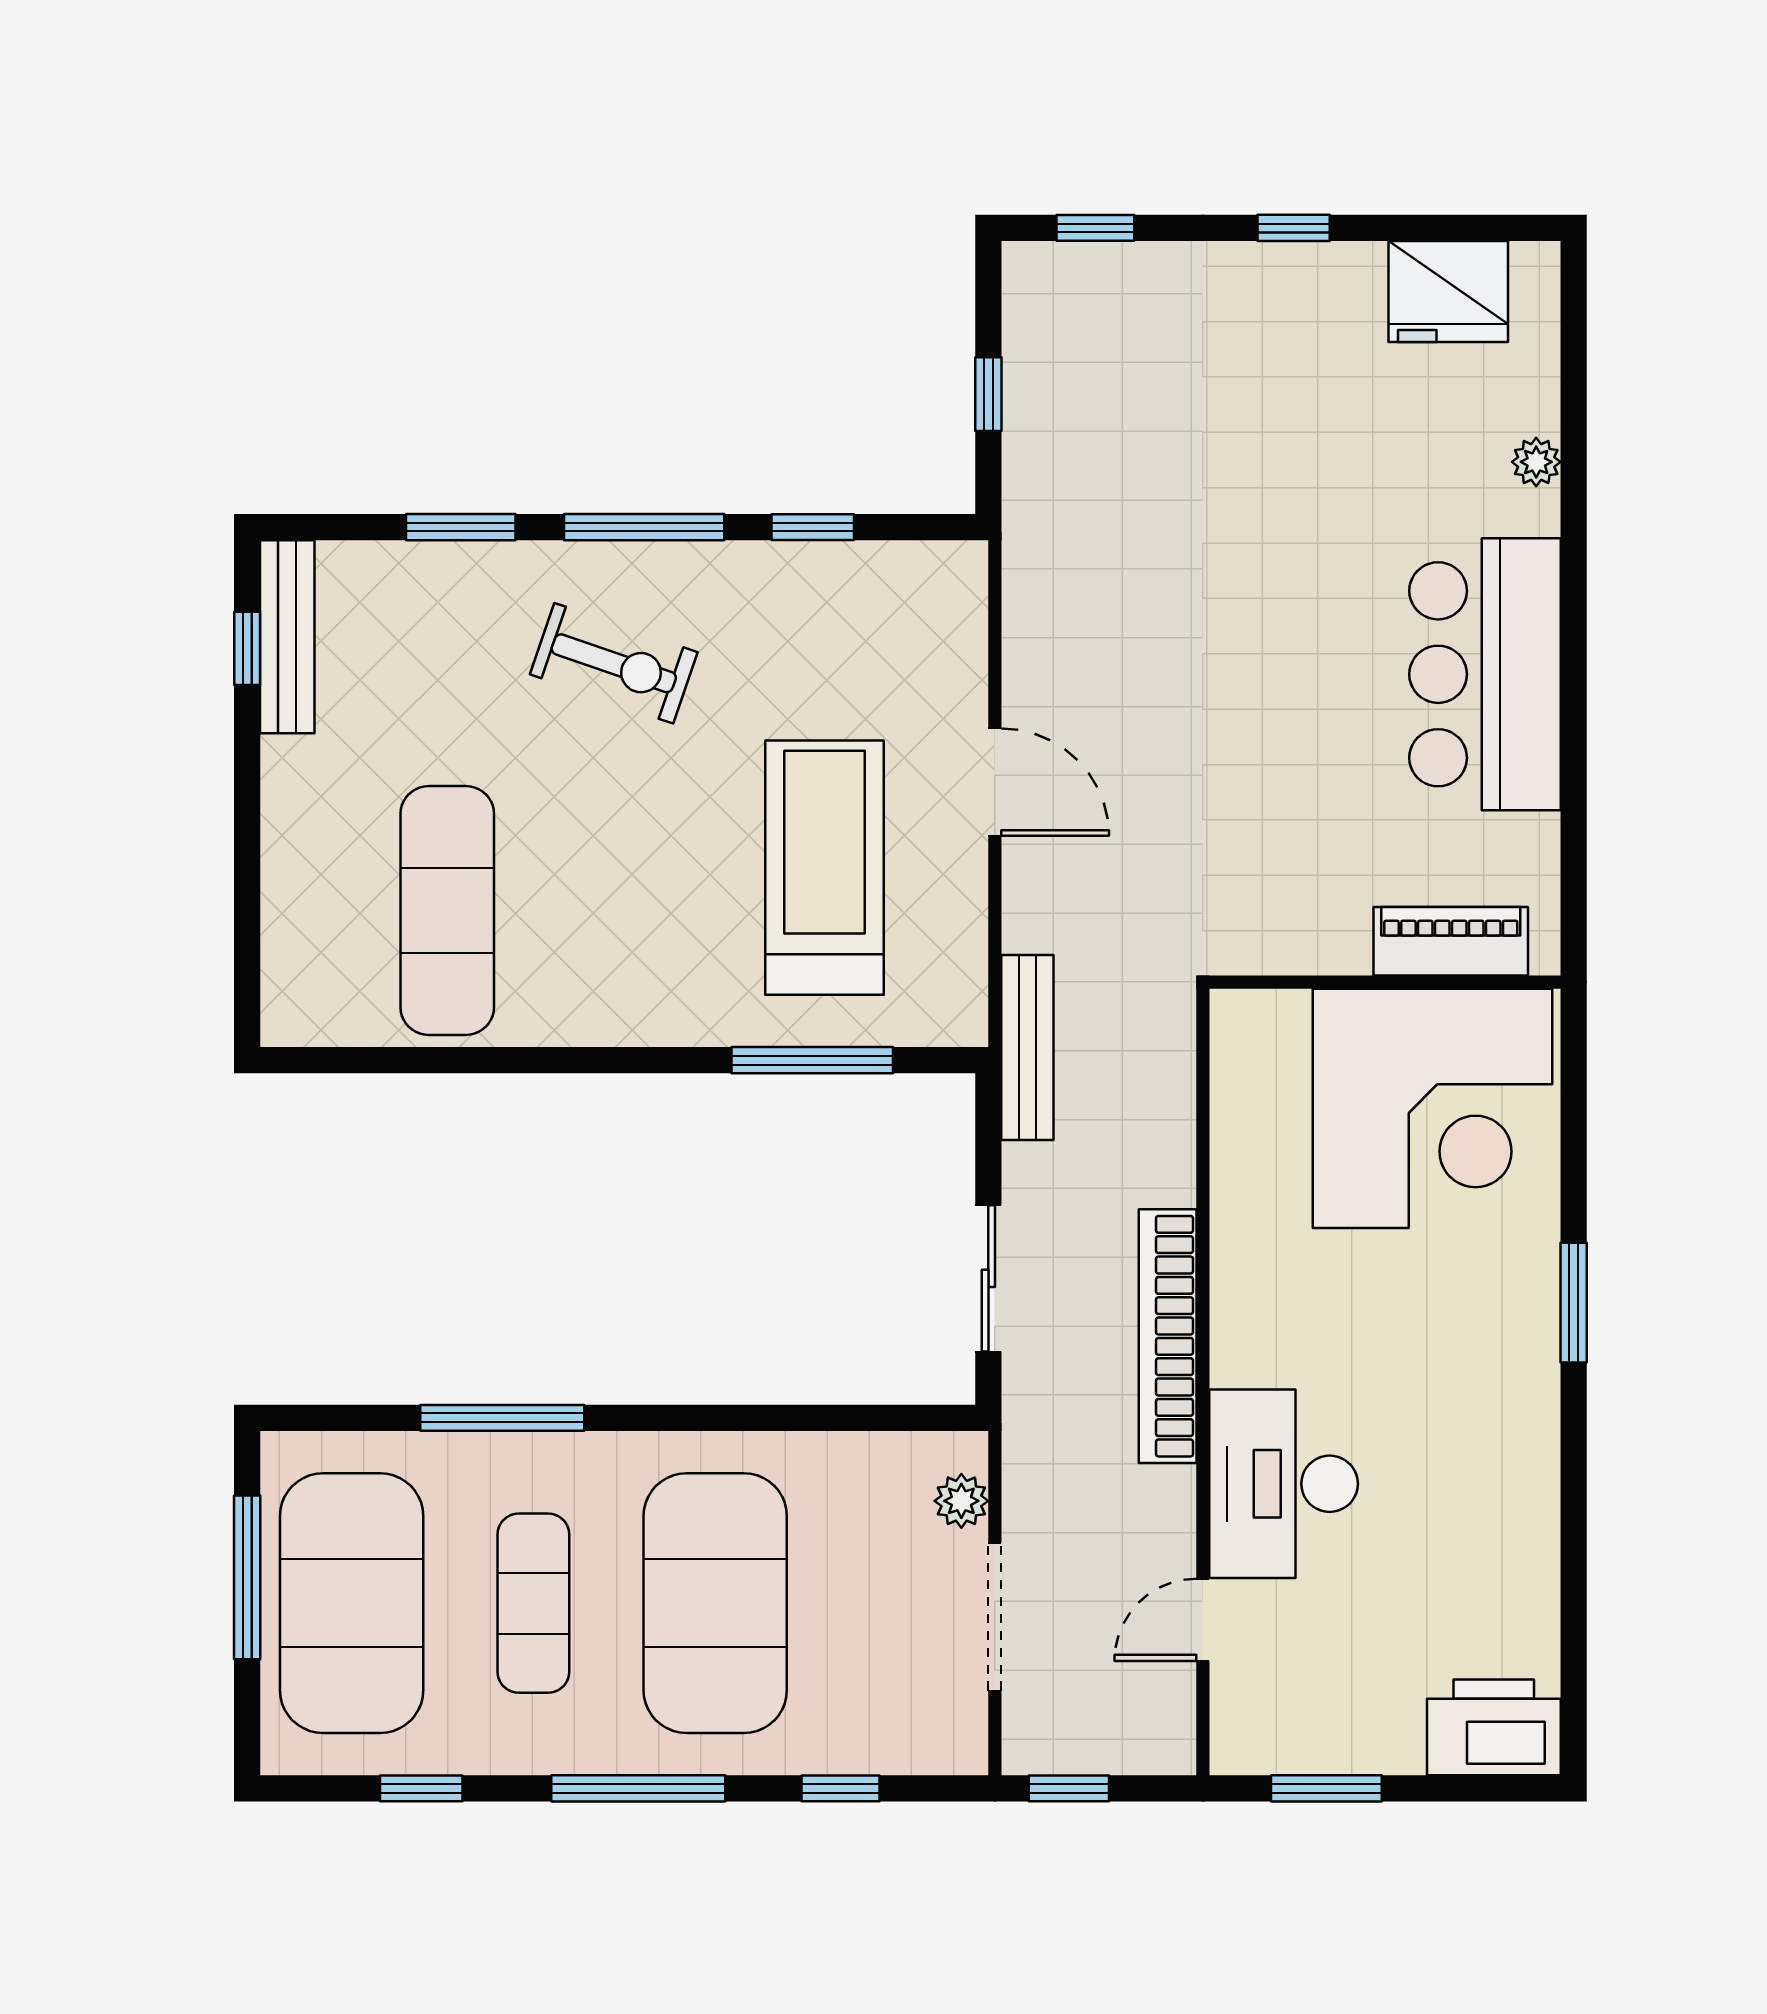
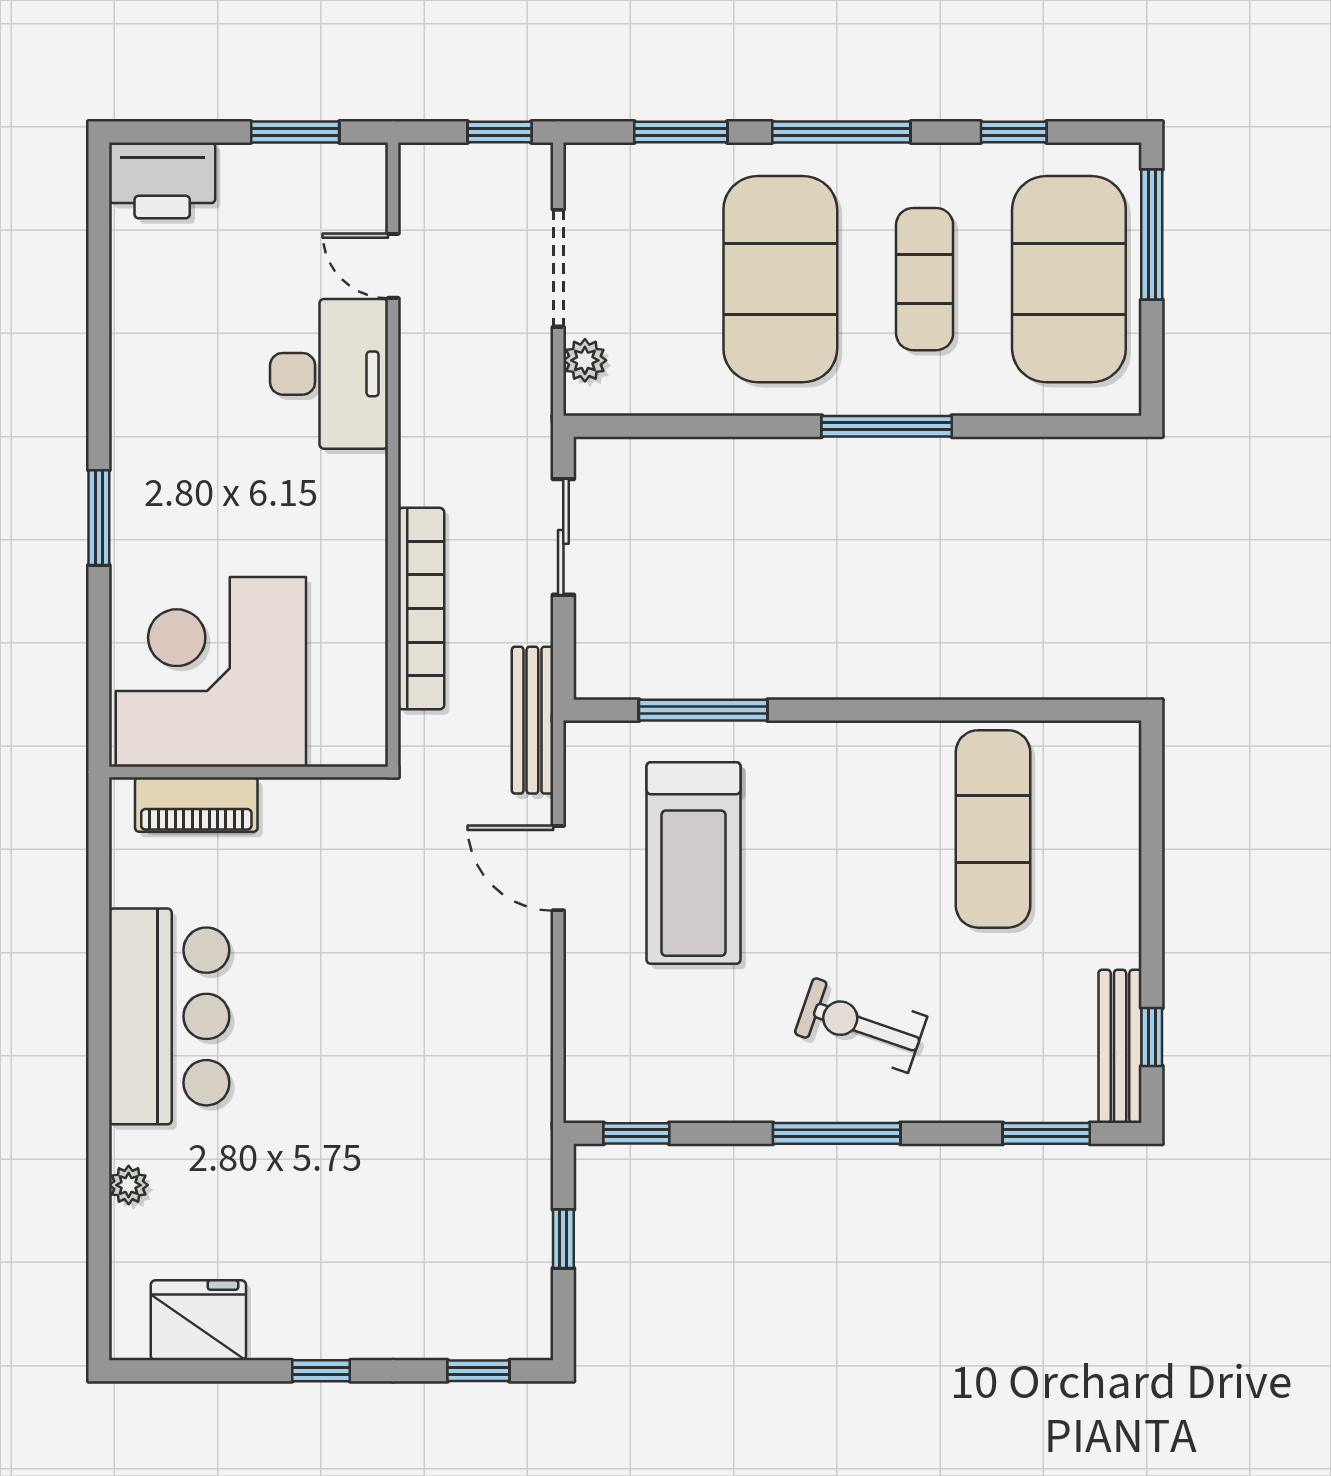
window: (461, 527) -> (1046, 1133), moved
window: (813, 527) -> (636, 1133), moved
door: (995, 782) -> (558, 868), moved
bookcase: (1168, 1336) -> (421, 609), moved
window: (502, 1418) -> (887, 426), moved
window: (247, 1577) -> (1152, 235), moved
door: (1203, 1620) -> (393, 266), swing flipped
window: (841, 1788) -> (681, 132), width x1.50

